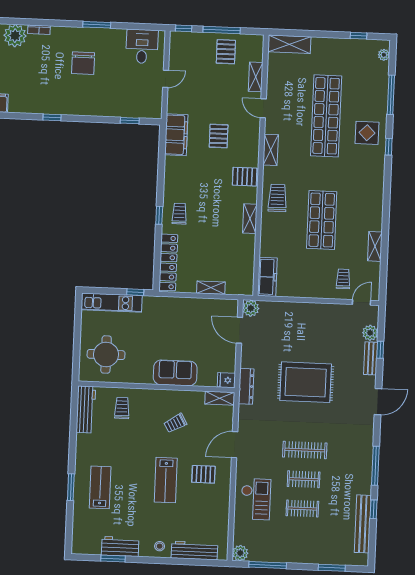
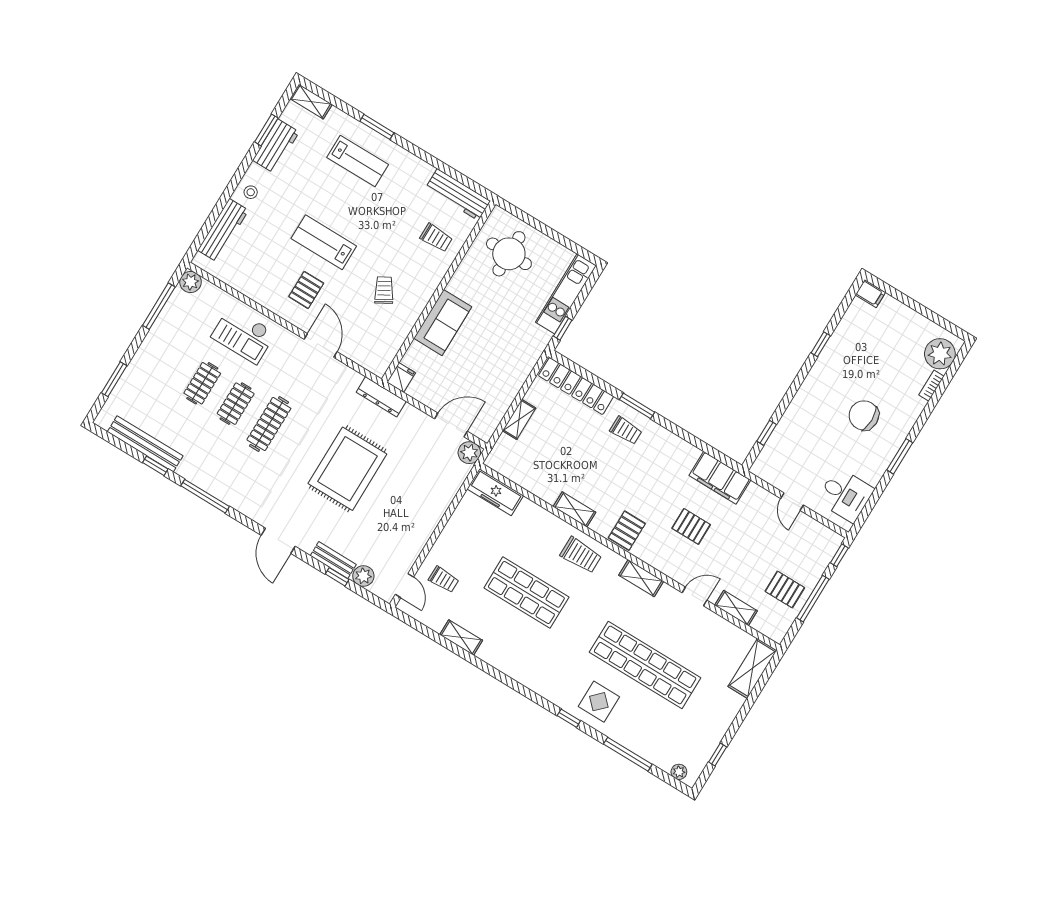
window: (159, 215) -> (637, 406), width x1.50
shelving: (220, 398) -> (311, 102), moved, turned 90

